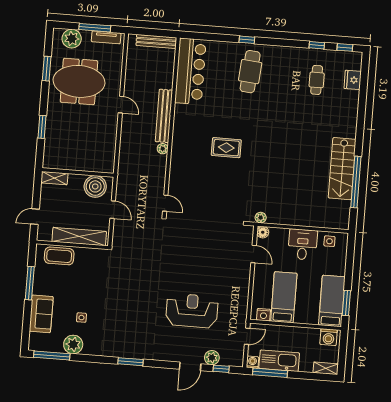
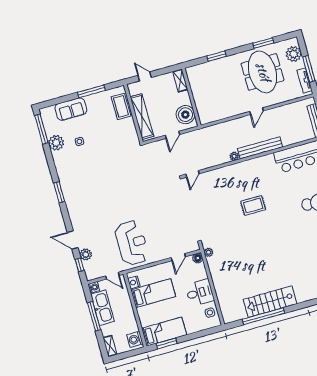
rug: (226, 148) -> (253, 205), turned 90
reception desk: (192, 311) -> (132, 243), moved
window: (270, 373) -> (94, 316), moved

